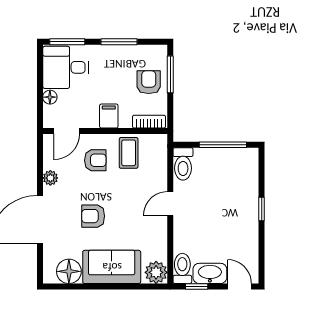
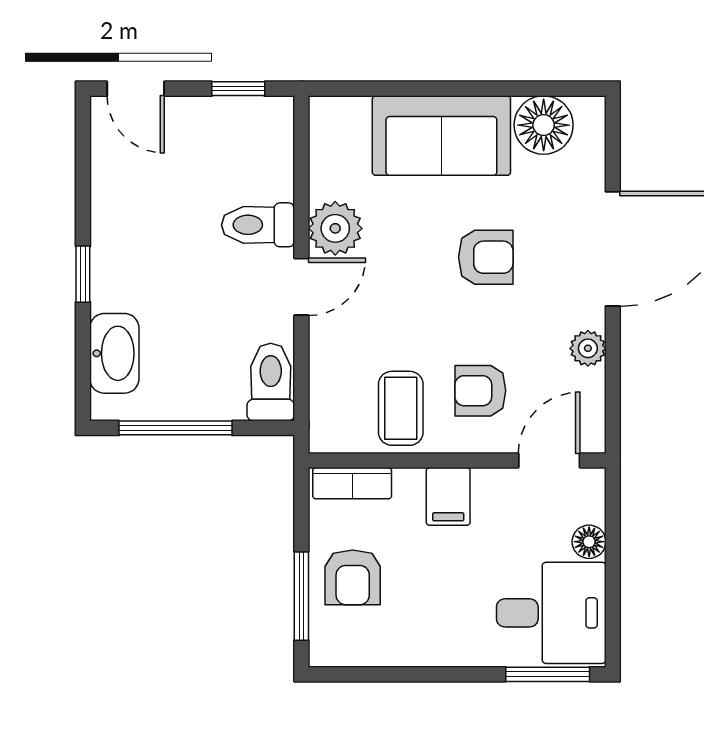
window: (119, 42) -> (424, 674), removed
toilet: (182, 268) -> (258, 225), moved, turned 90
plant: (156, 272) -> (335, 228), moved
washbasin: (210, 273) -> (114, 353), moved, turned -90

